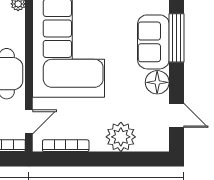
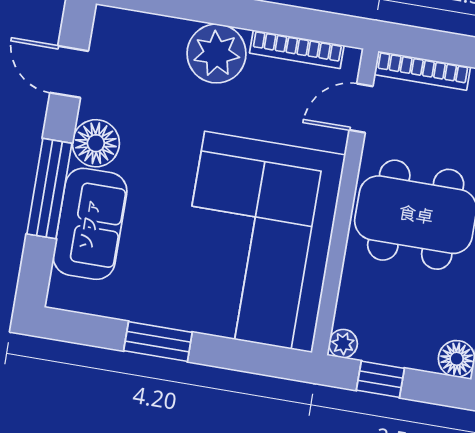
window: (176, 38) -> (49, 189), moved
plant: (121, 137) -> (217, 54), moved

